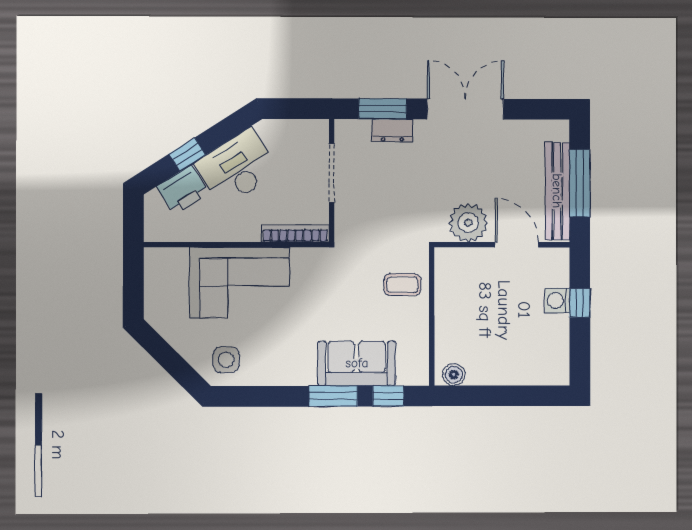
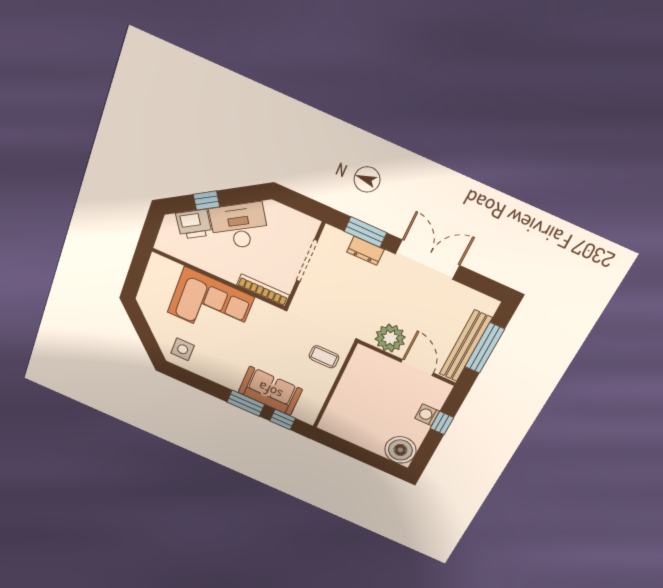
boiler: (454, 375) -> (400, 450), moved, width x1.86, depth x1.86

